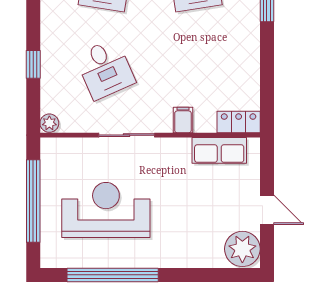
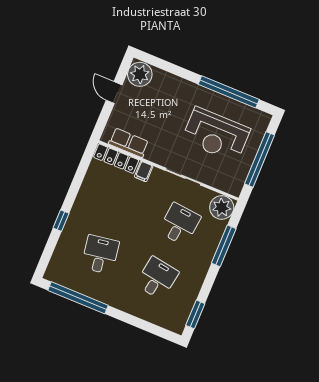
window: (33, 64) -> (224, 246), width x2.17
desk: (105, 69) -> (179, 224), turned 30
locker: (239, 122) -> (116, 159), width x1.53
plant: (49, 123) -> (222, 207), width x1.87, depth x1.87

